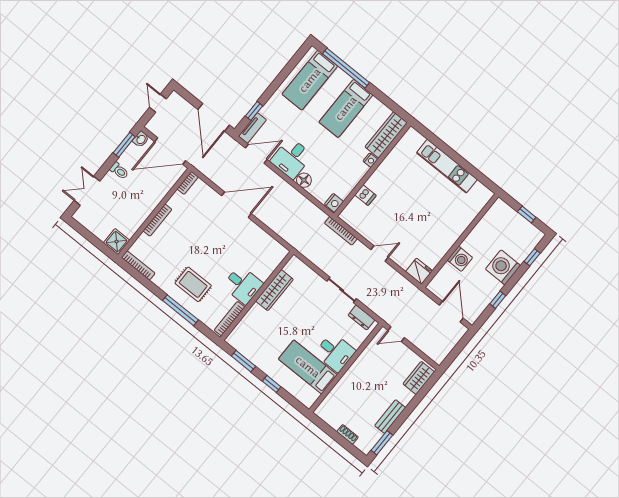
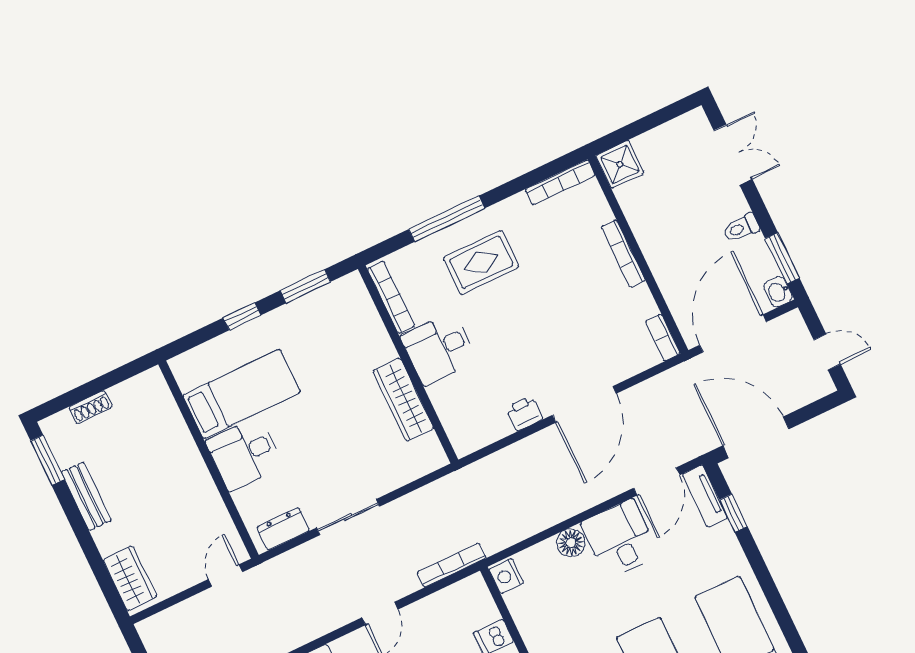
printer: (254, 231) -> (524, 413), added

